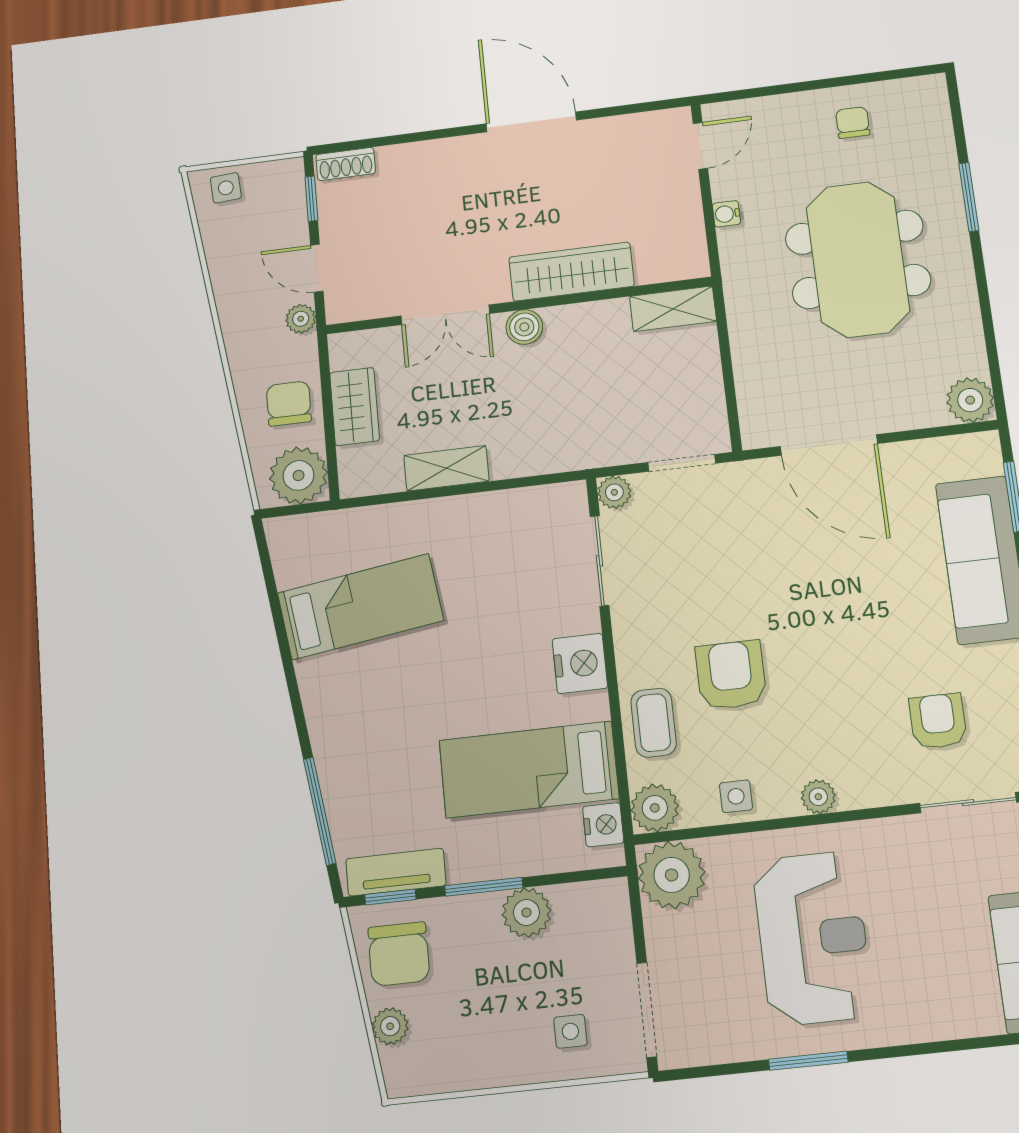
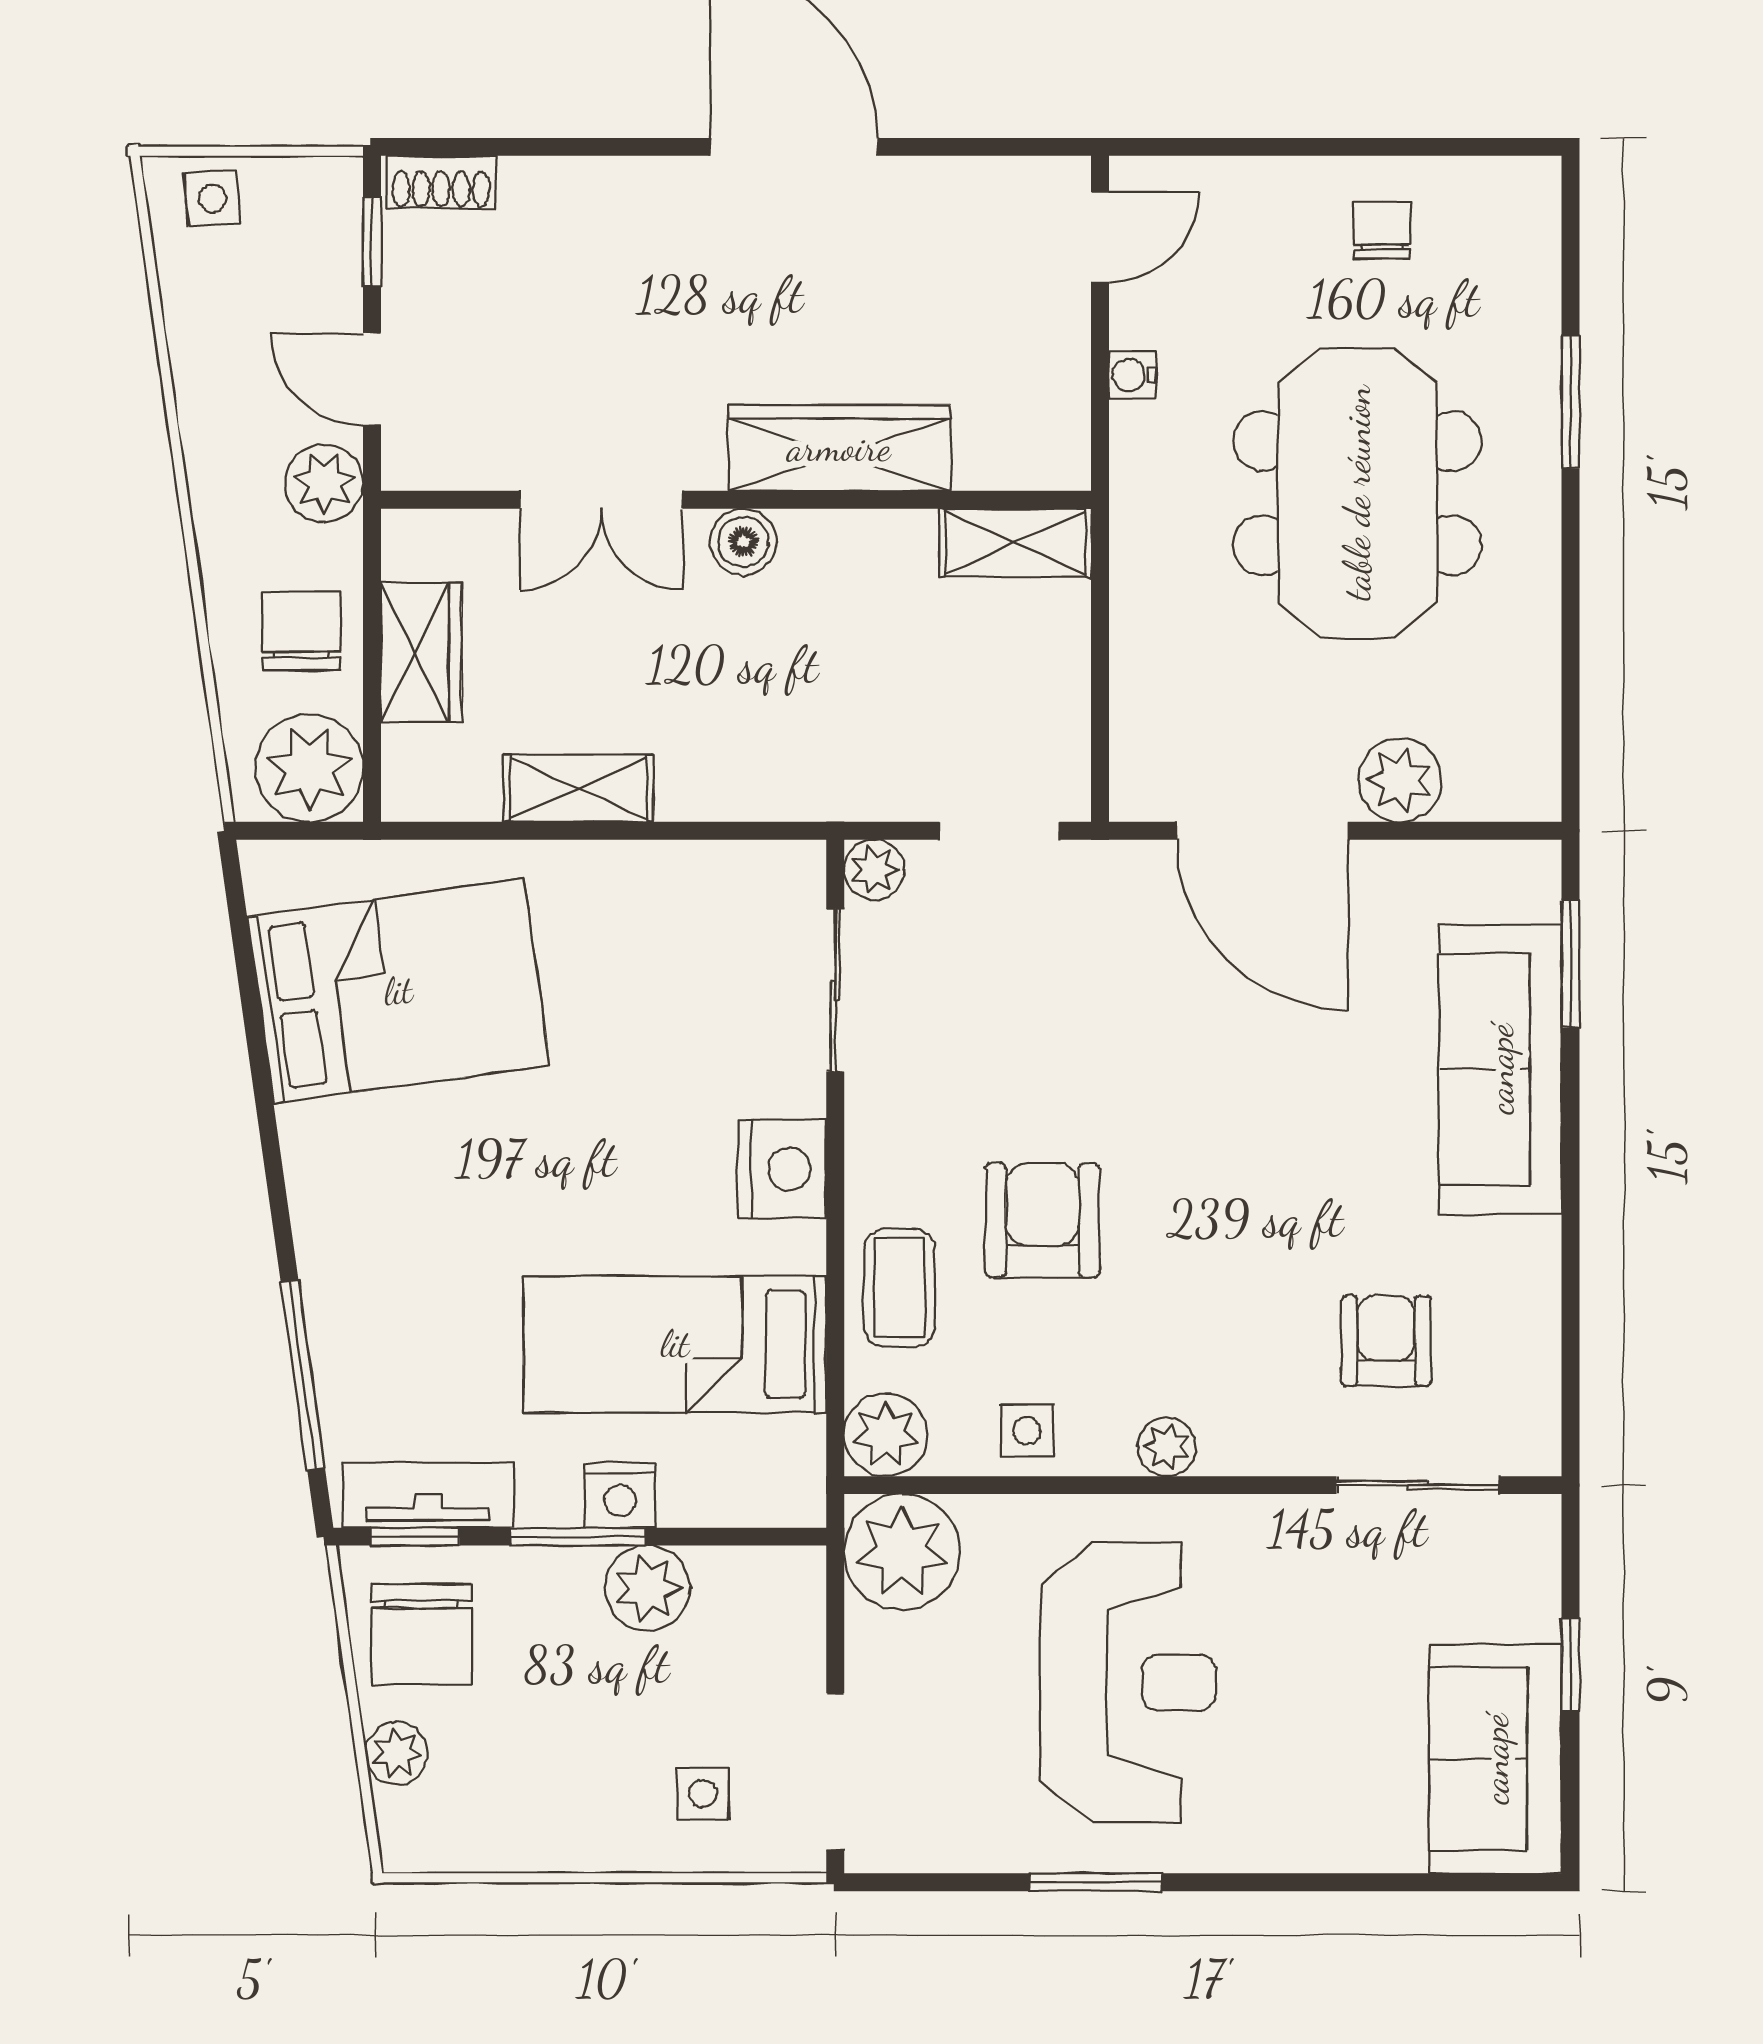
plant: (301, 319) -> (324, 483), width x1.38, depth x1.38
plant: (970, 400) -> (1400, 780), moved
bed: (360, 607) -> (398, 991), width x1.50
nightstand: (603, 825) -> (620, 1495), moved, turned 90

